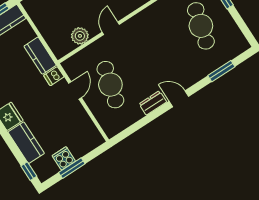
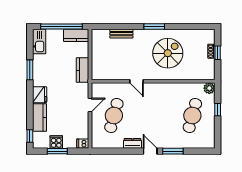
door: (111, 28) -> (136, 81), swing flipped
plant: (80, 36) -> (115, 74), removed
window: (221, 71) -> (173, 151), moved
dishwasher: (54, 76) -> (83, 144), moved

